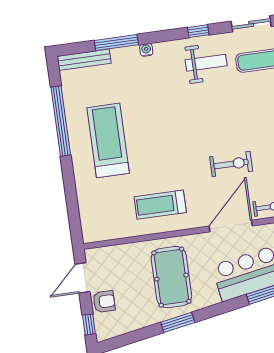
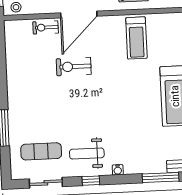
water cooler: (146, 50) -> (118, 170), moved
treadmill: (160, 205) -> (136, 38), turned 90

